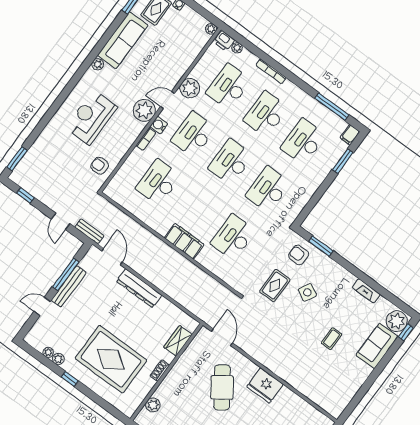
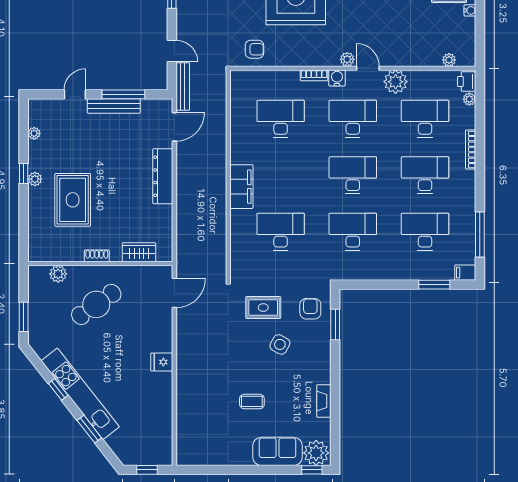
plant: (211, 29) -> (449, 60), moved
plant: (144, 110) -> (347, 59), width x0.53, depth x0.53
armchair: (100, 166) -> (254, 49), turned 90
door: (61, 221) -> (172, 51), swing flipped
bench: (89, 231) -> (183, 86), width x1.36
door: (42, 307) -> (75, 94), hinge flipped
plant: (58, 359) -> (35, 179), moved
rug: (111, 359) -> (73, 200), width x0.73, depth x0.69
fridge: (265, 386) -> (162, 362), width x0.53, depth x0.75
cafe table: (222, 387) -> (96, 304), moved

